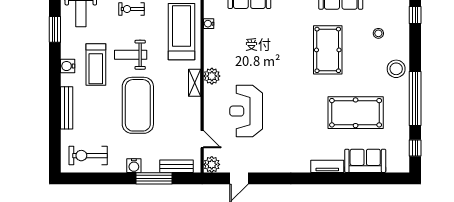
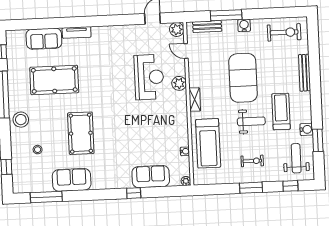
water cooler: (68, 66) -> (306, 129), moved
plant: (212, 76) -> (179, 83), moved

